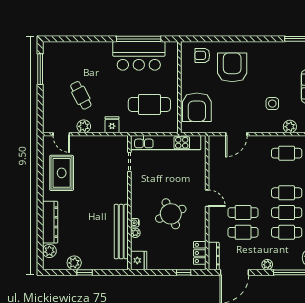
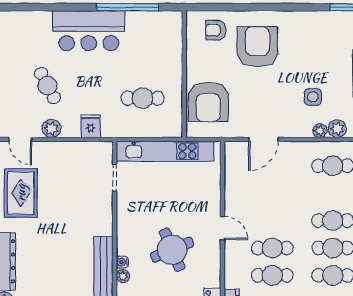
bar counter: (139, 56) -> (89, 31), moved
cafe table: (149, 104) -> (142, 98), width x0.73, depth x0.74
plant: (277, 128) -> (320, 131), added

